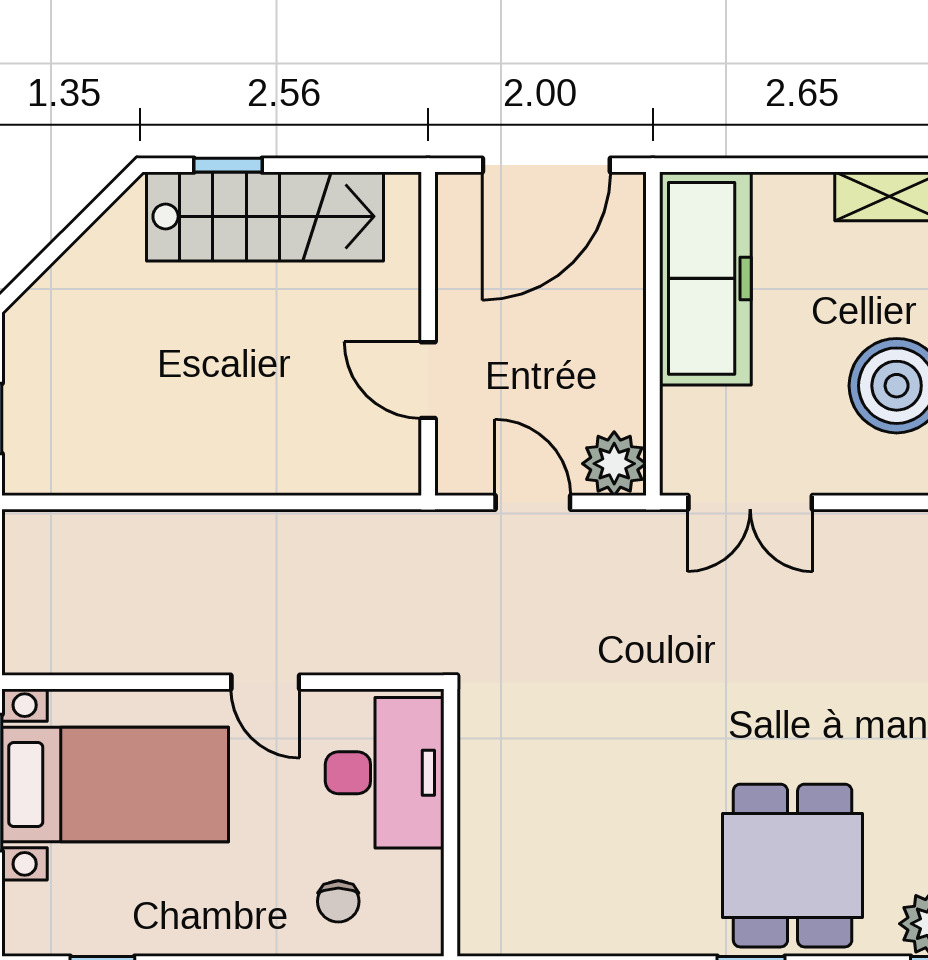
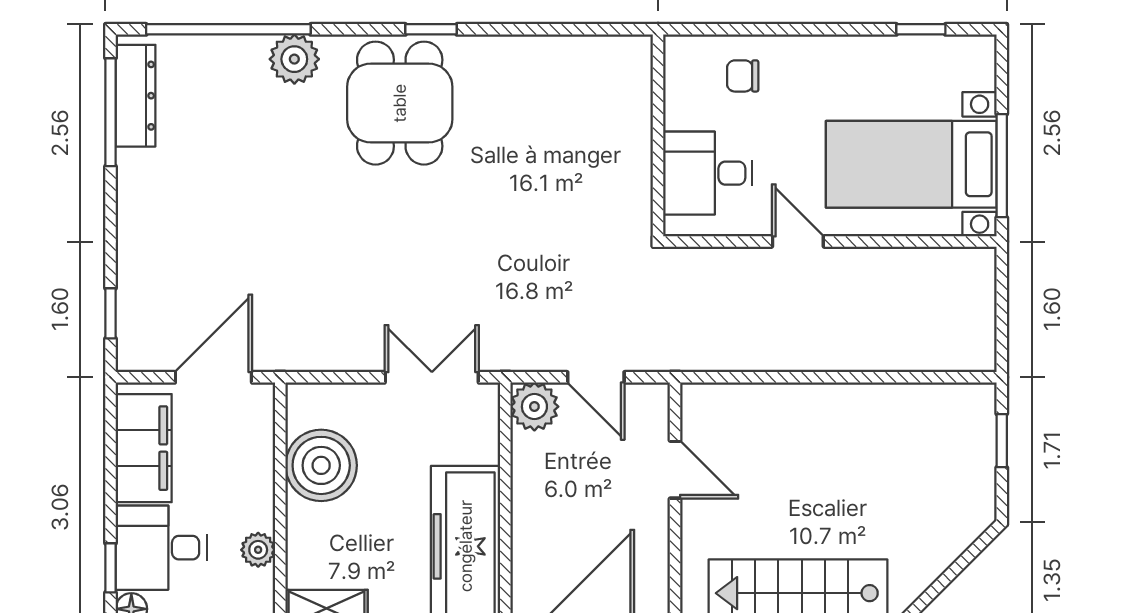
desk: (385, 773) -> (708, 173), width x0.73
chair: (338, 901) -> (743, 76), turned -90

